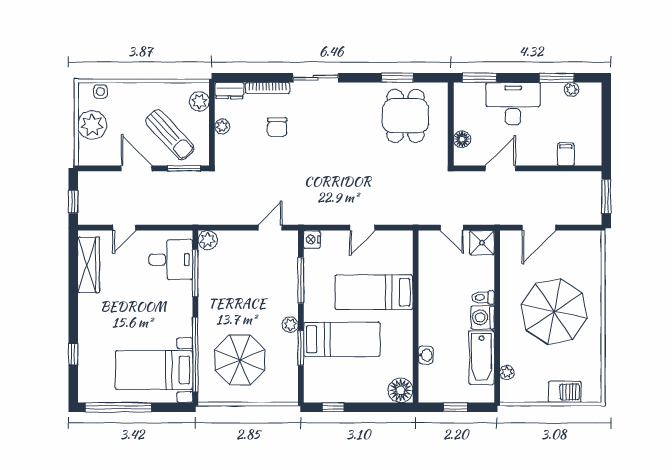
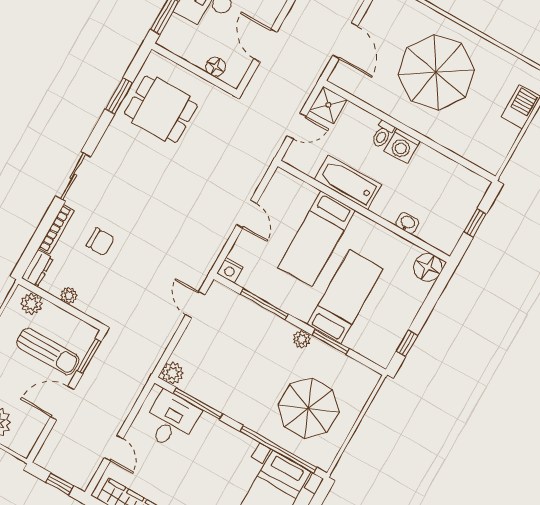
sun lounger: (170, 135) -> (48, 351), turned 43
bathtub: (482, 358) -> (348, 182), moved, turned 180
plant: (507, 373) -> (470, 153), removed

